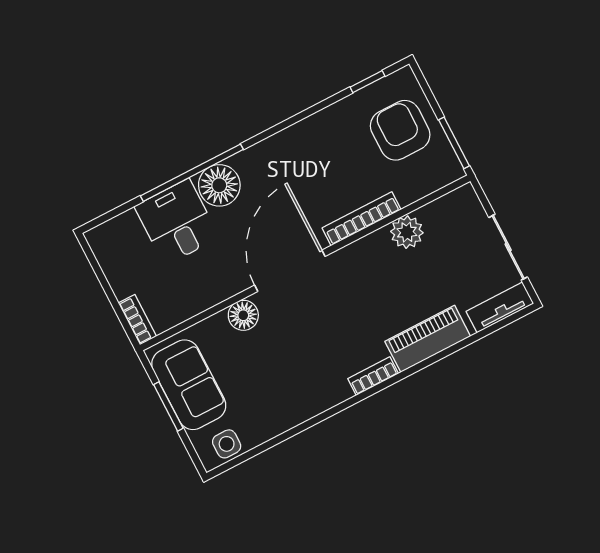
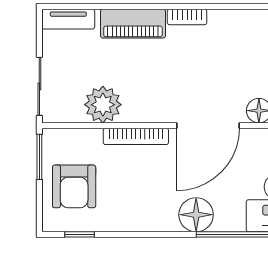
floor lamp: (219, 185) -> (196, 215), moved
plant: (407, 232) -> (103, 105), width x1.36, depth x1.36
sliding door: (508, 247) -> (39, 86), moved

